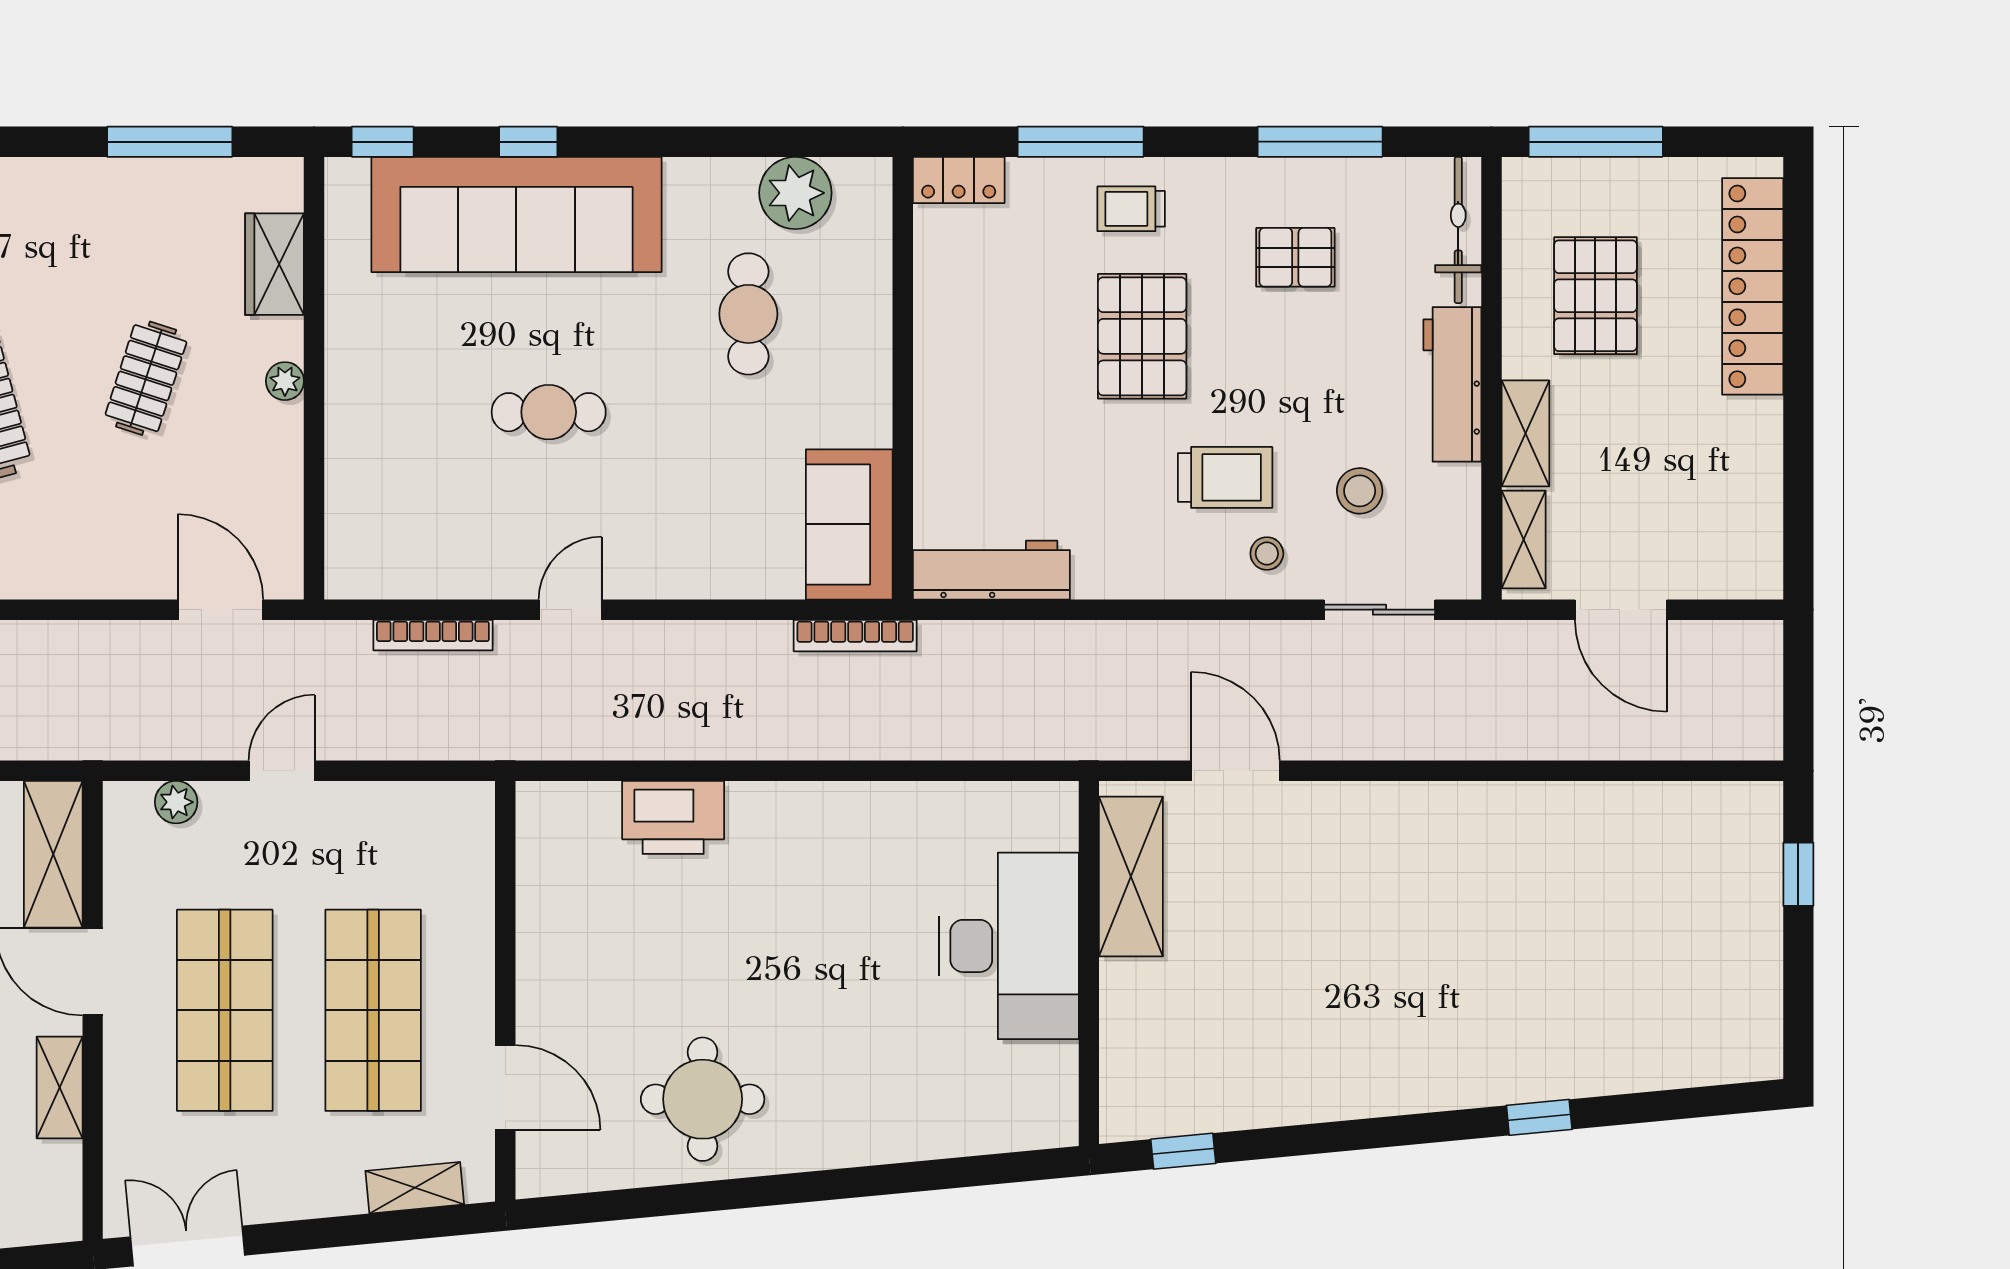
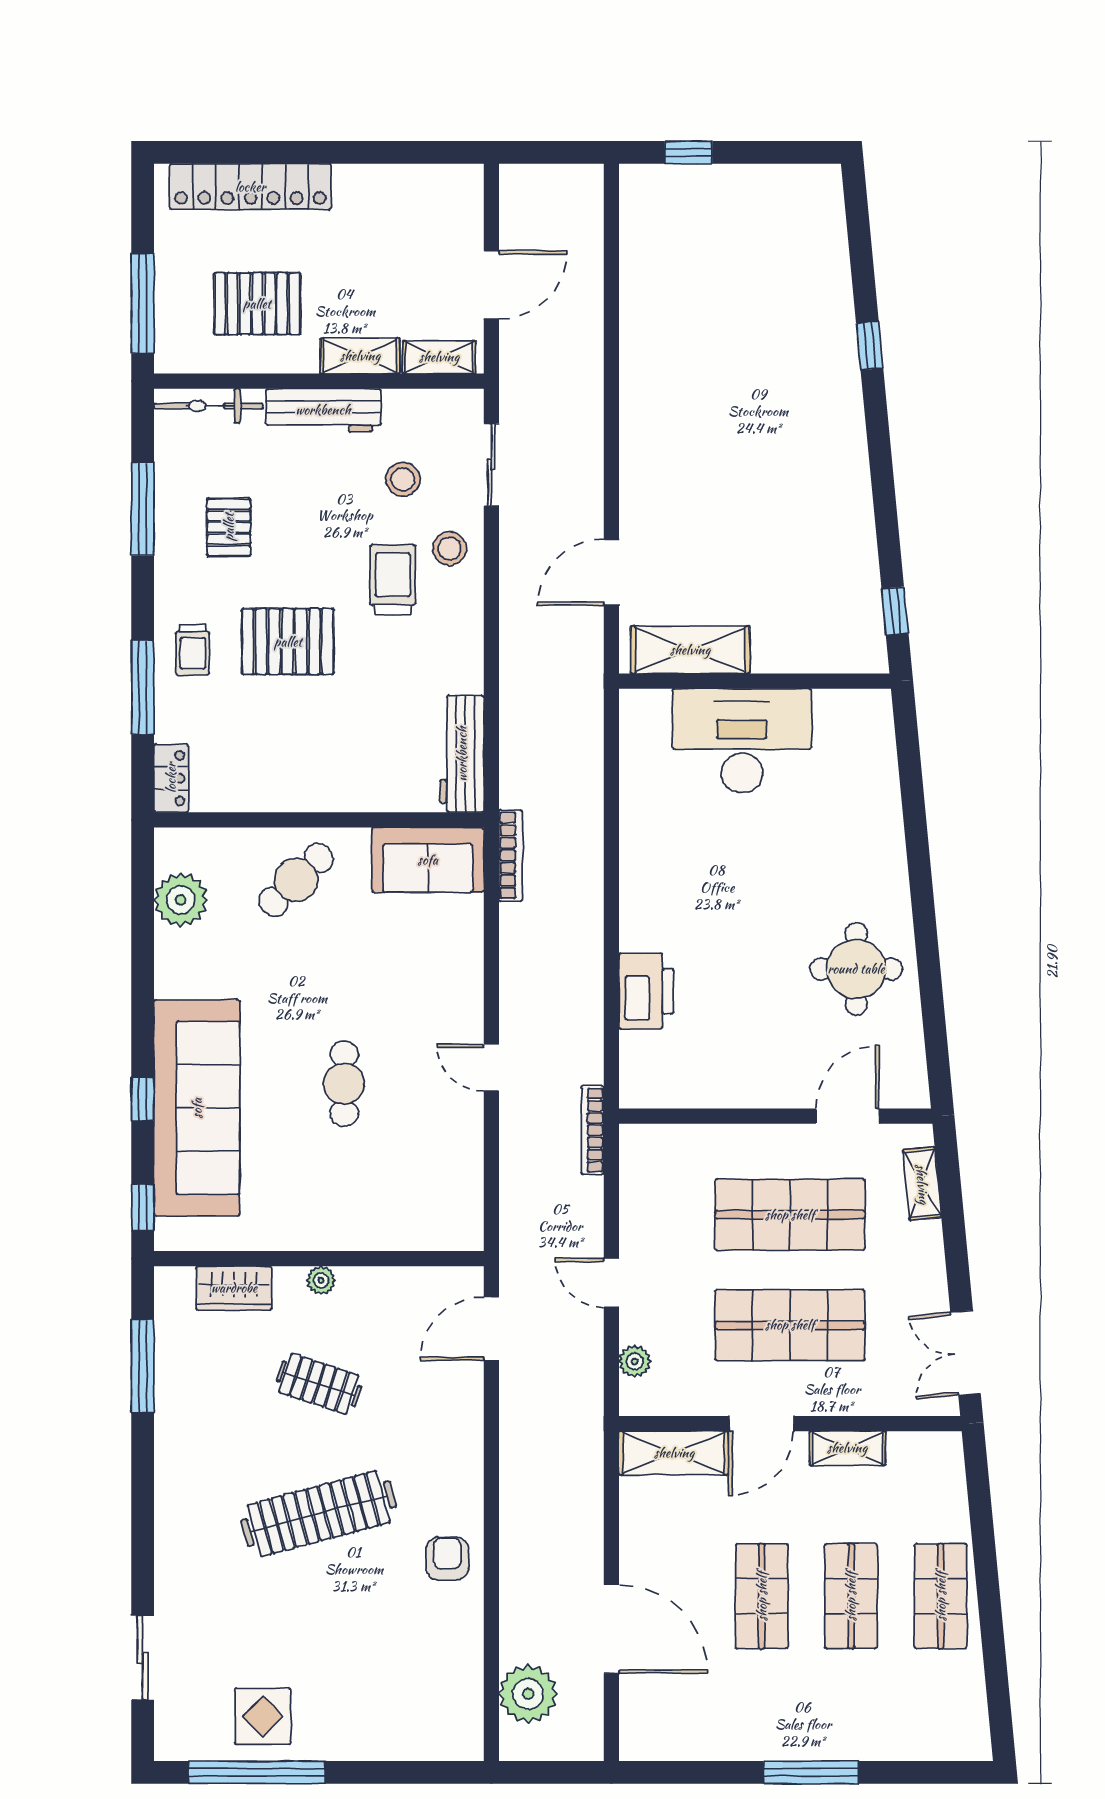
cafe table: (748, 314) -> (296, 880), moved, turned -44
stool: (1267, 554) -> (449, 549), width x1.37, depth x1.37
bookcase: (433, 635) -> (592, 1130), moved, turned 180

